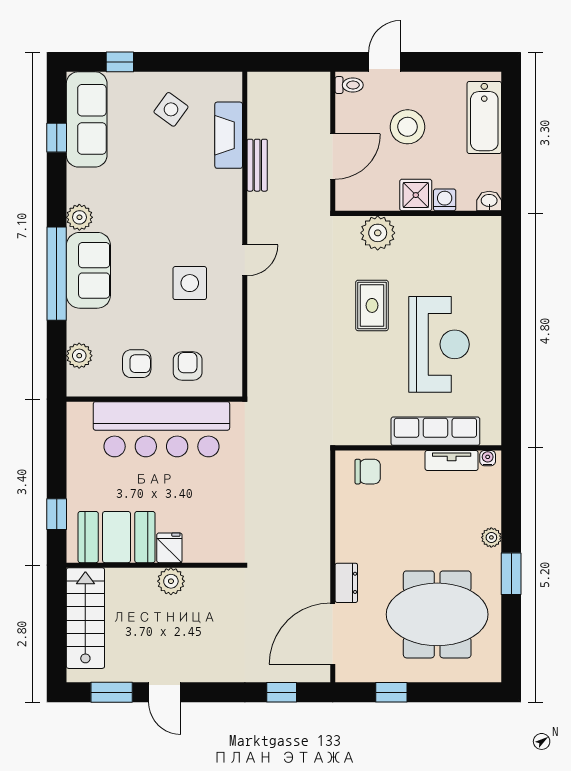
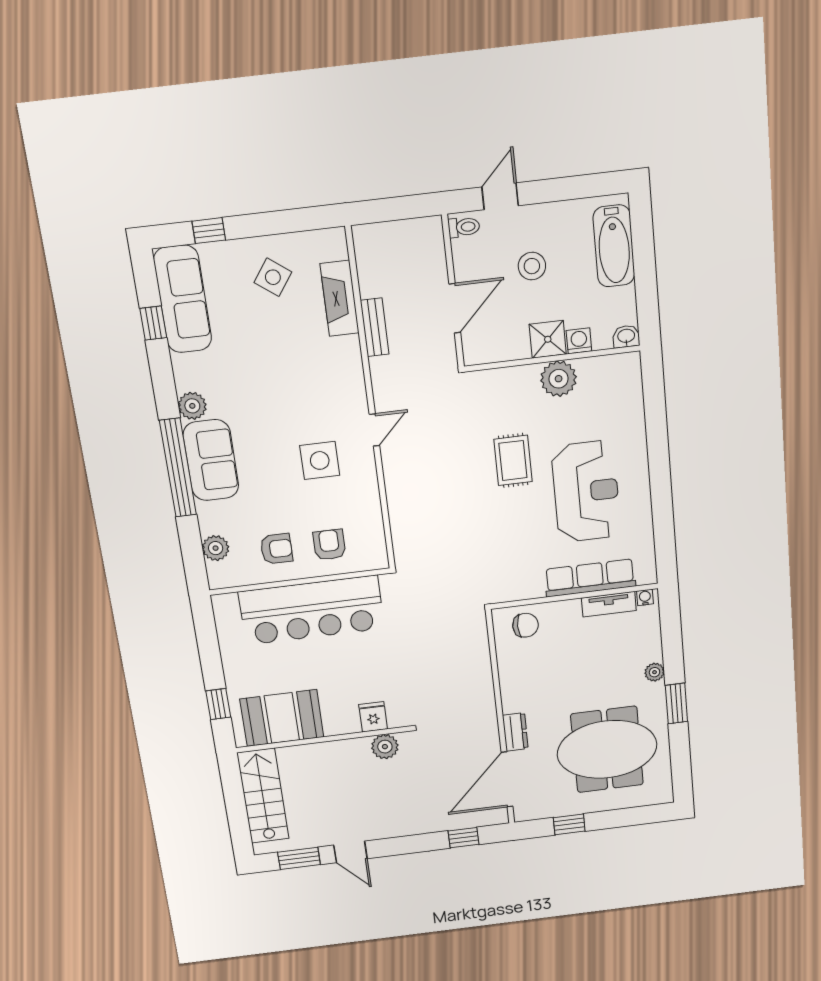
stool: (407, 127) -> (532, 266), width x0.73, depth x0.73
plant: (378, 233) -> (559, 379), moved
fridge: (169, 548) -> (373, 717), moved
plant: (171, 581) -> (385, 747), moved

